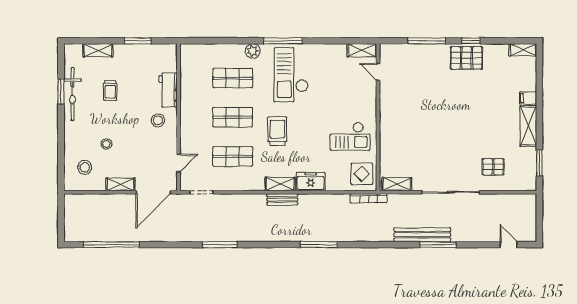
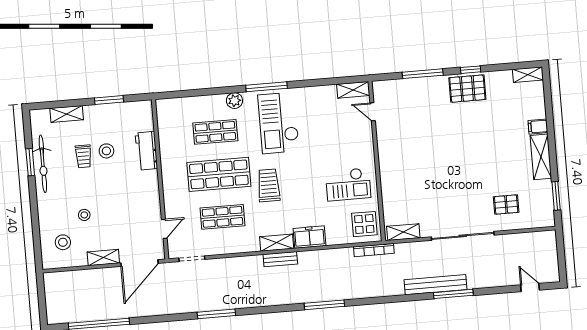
shop shelf: (233, 117) -> (219, 174), width x1.43, depth x1.36
stool: (158, 120) -> (106, 151), moved

